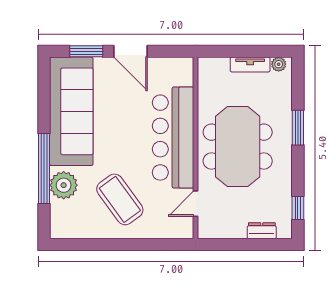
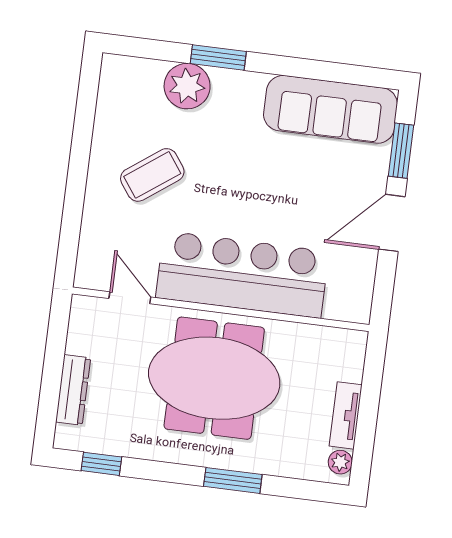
sofa: (71, 111) -> (330, 109), width x0.74, depth x0.79
window: (44, 169) -> (218, 58), width x0.47
coffee table: (120, 199) -> (152, 175), width x0.73, depth x0.76
dresser: (262, 231) -> (73, 390), width x1.44

